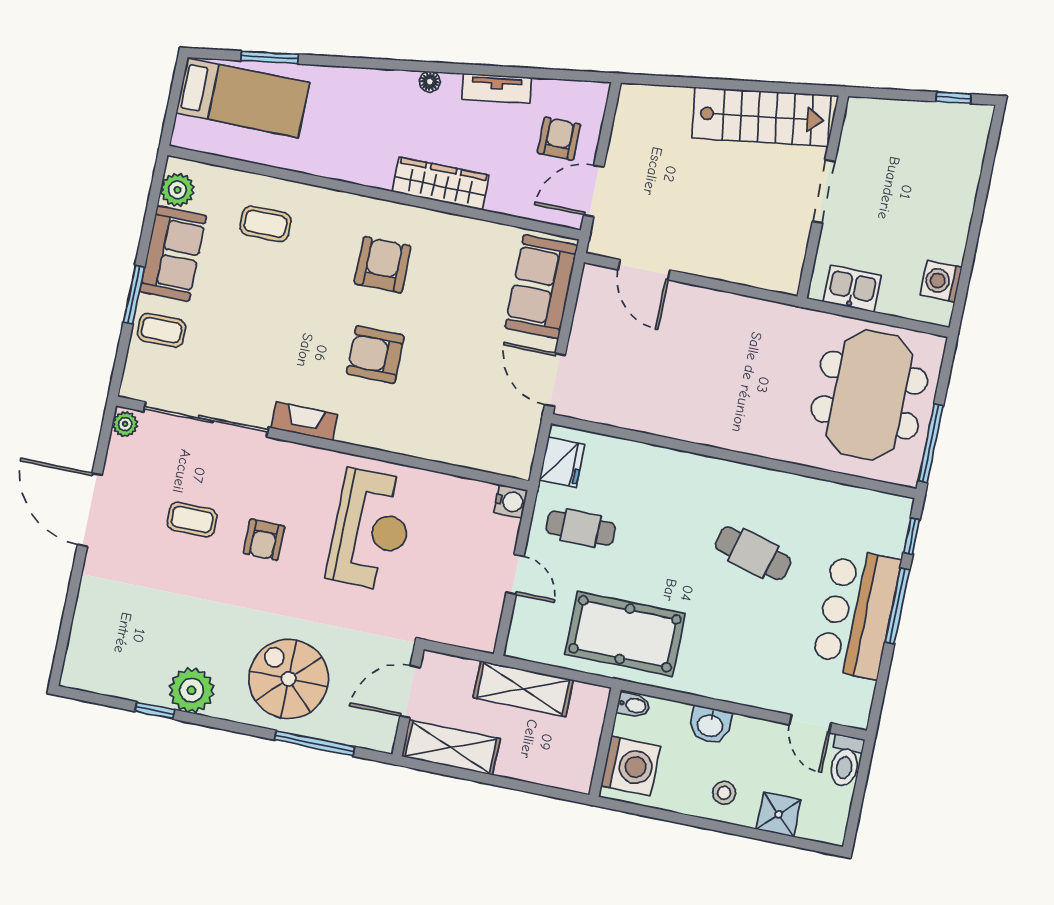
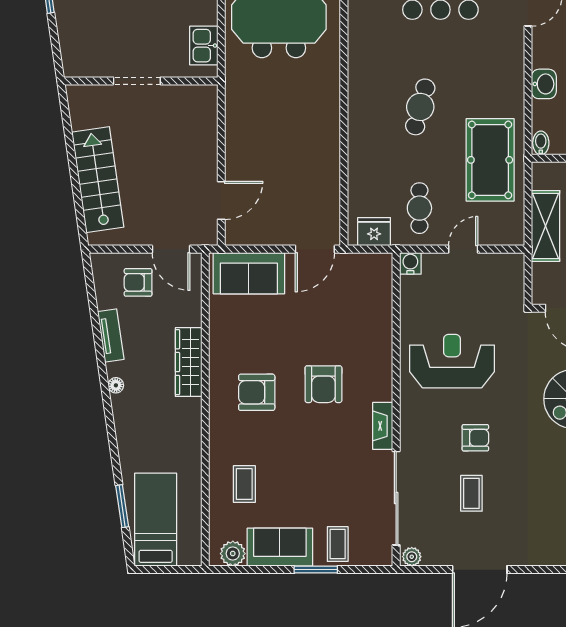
stairs: (761, 117) -> (98, 180), moved
cafe table: (753, 553) -> (420, 107), moved

